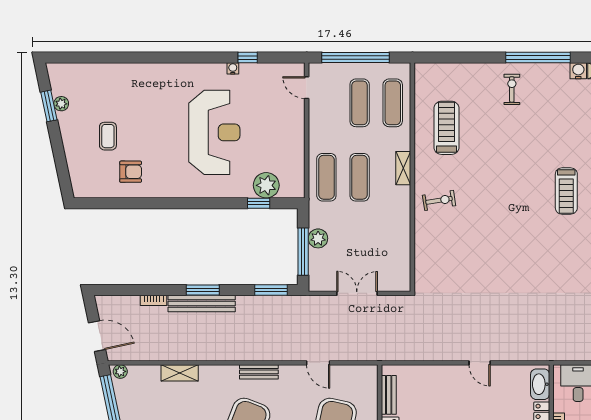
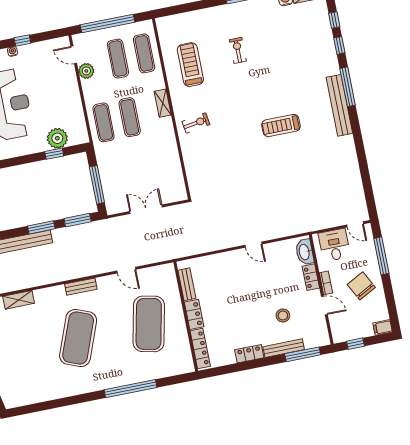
exercise bike: (512, 89) -> (238, 50), moved
treadmill: (566, 191) -> (281, 126), moved, turned 90
plant: (318, 238) -> (86, 71), moved
window: (203, 290) -> (41, 227), moved

